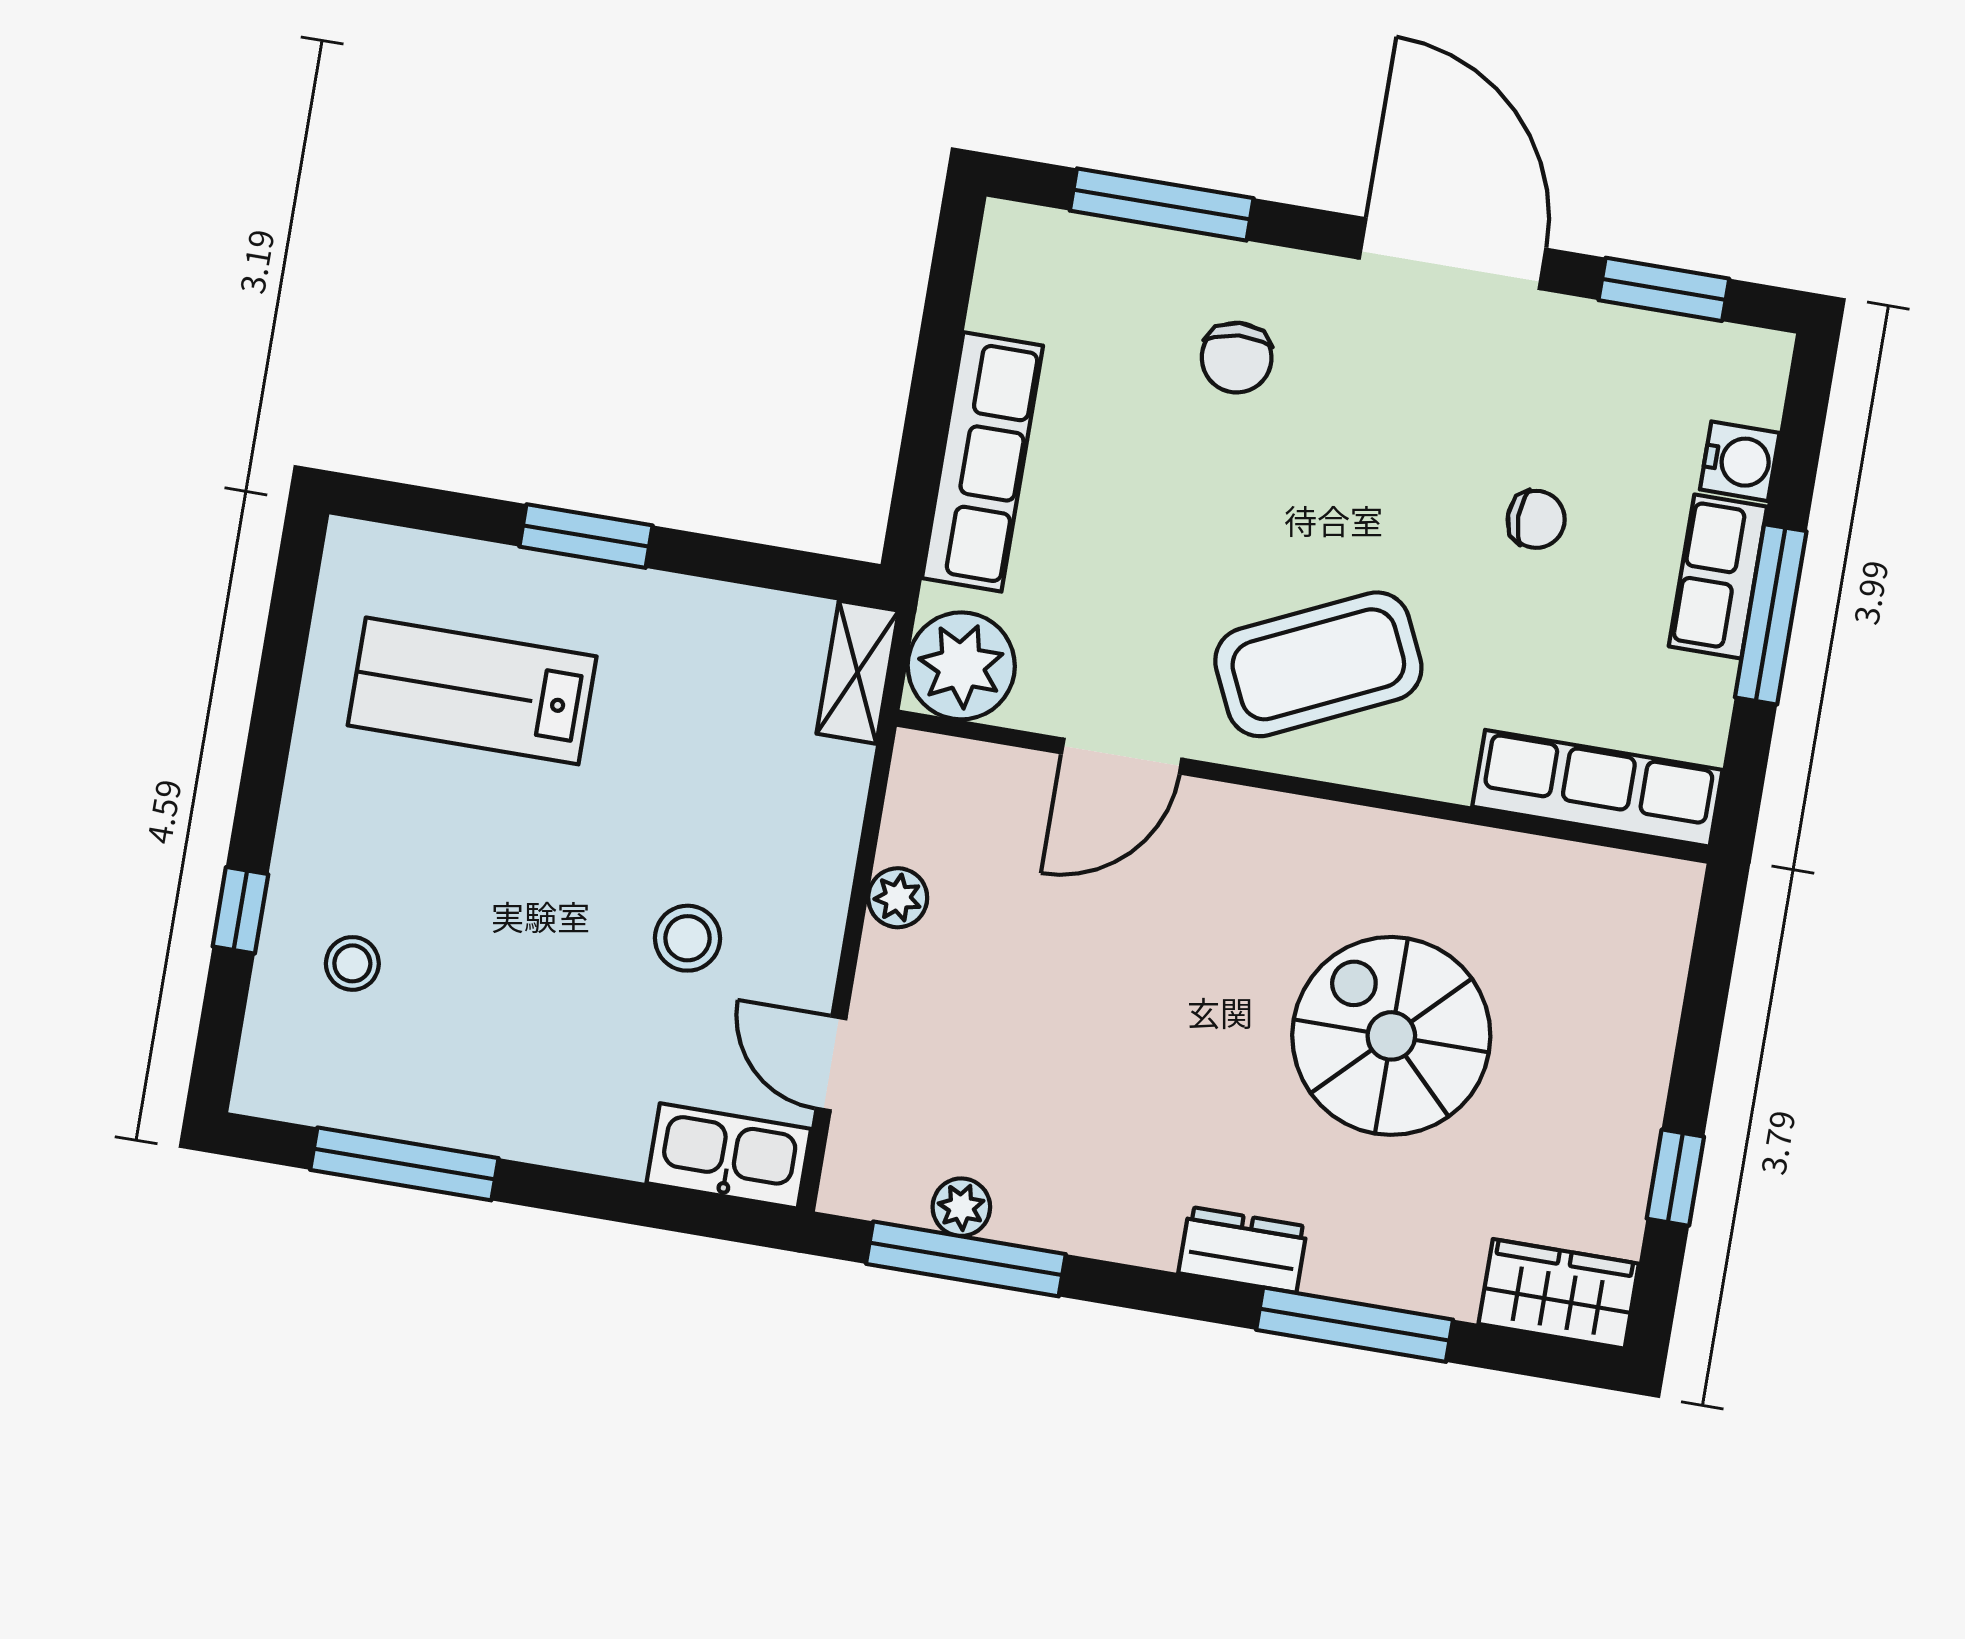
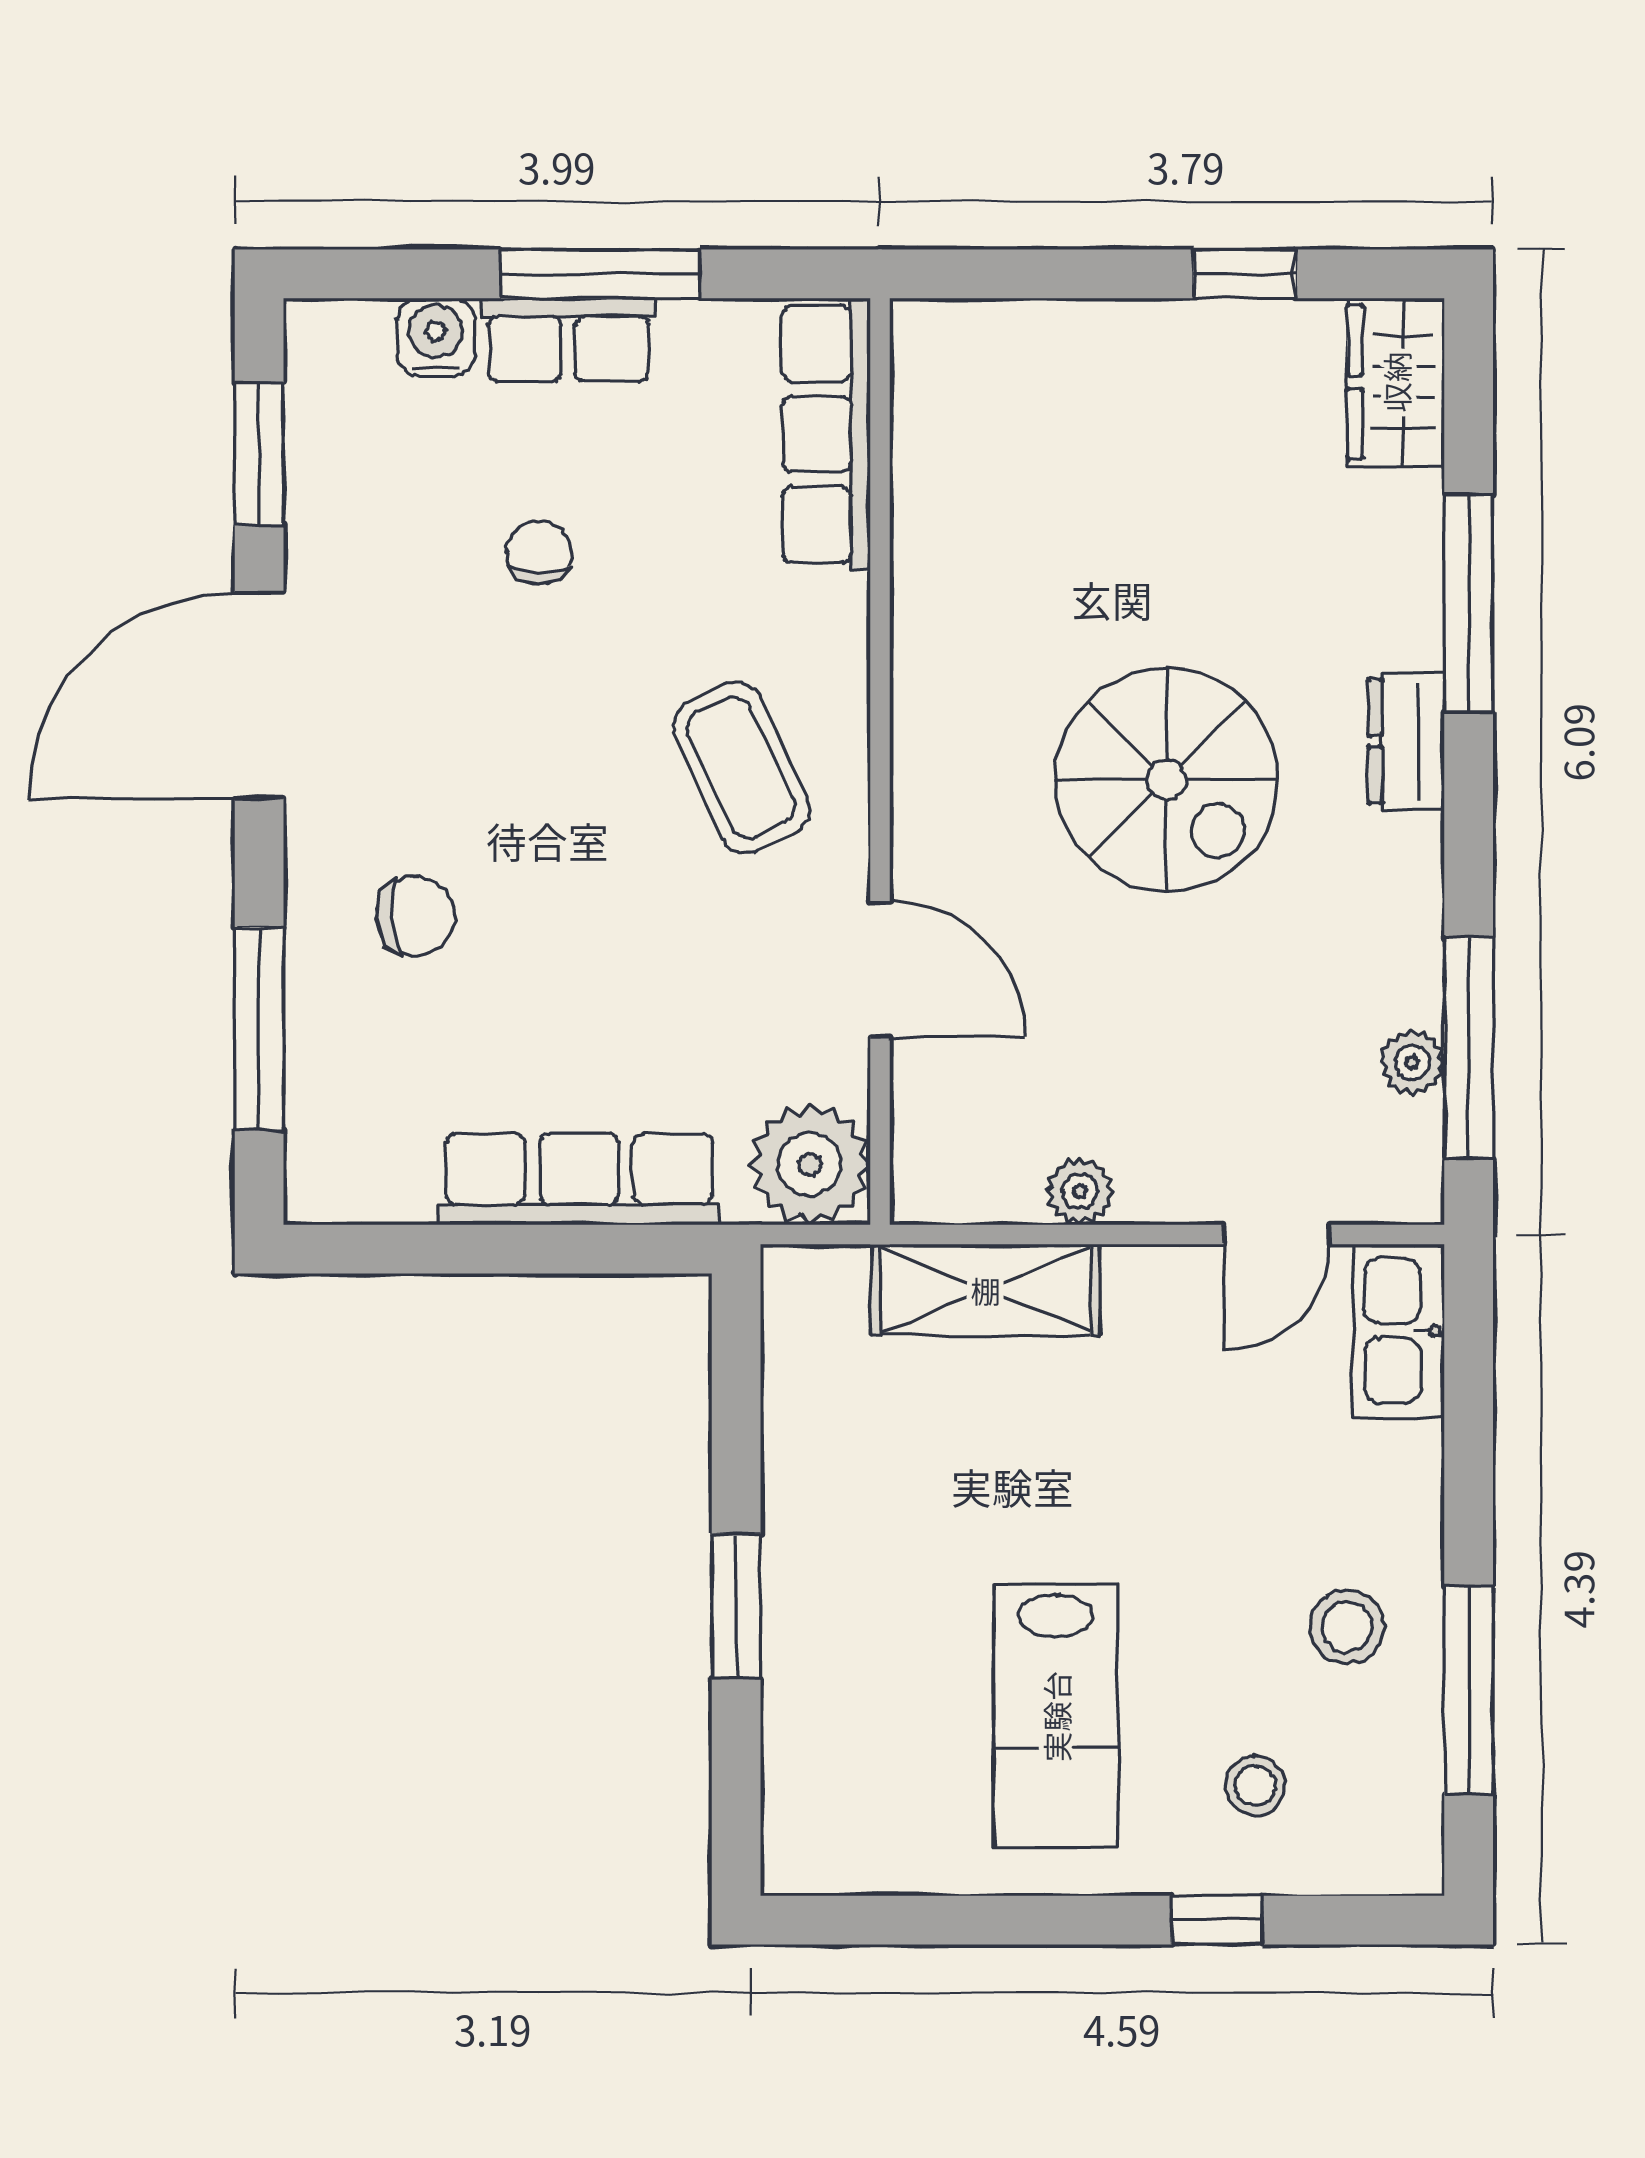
coffee table: (1318, 664) -> (741, 768), width x0.73, depth x0.76
shelving: (858, 672) -> (986, 1290), moved, width x1.50, depth x1.33
lab bench: (472, 691) -> (1056, 1716), moved
stool: (687, 938) -> (1347, 1627), moved
spiral stairs: (1391, 1036) -> (1166, 780), moved, turned -90

